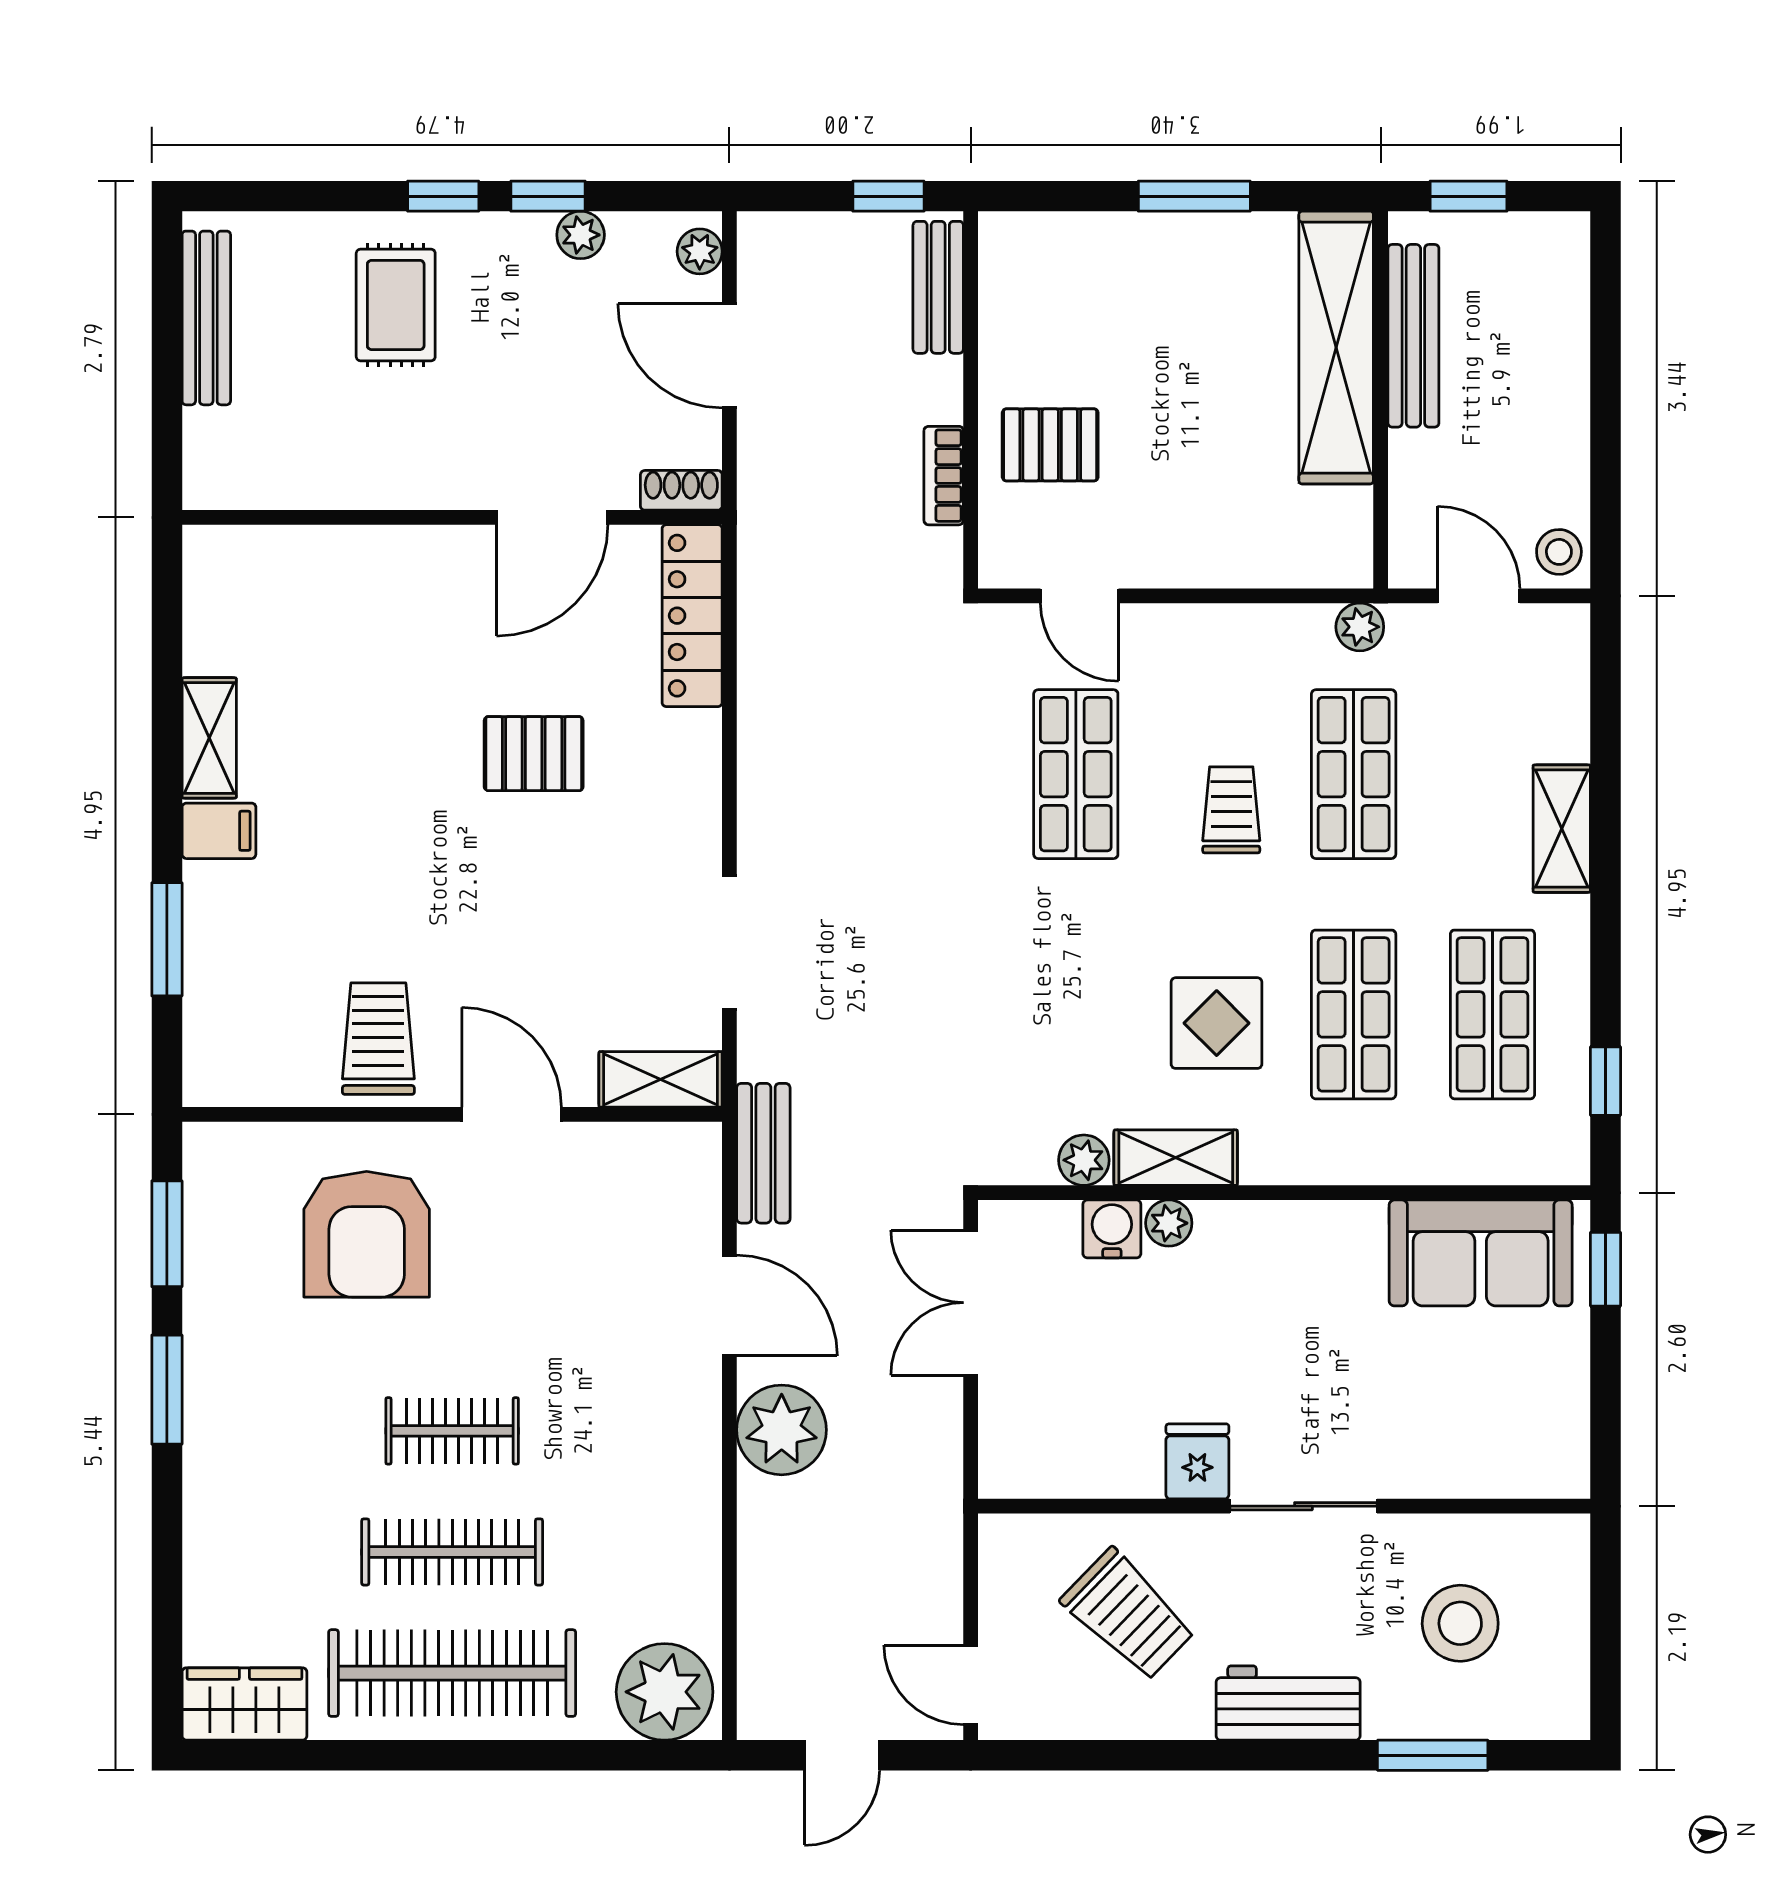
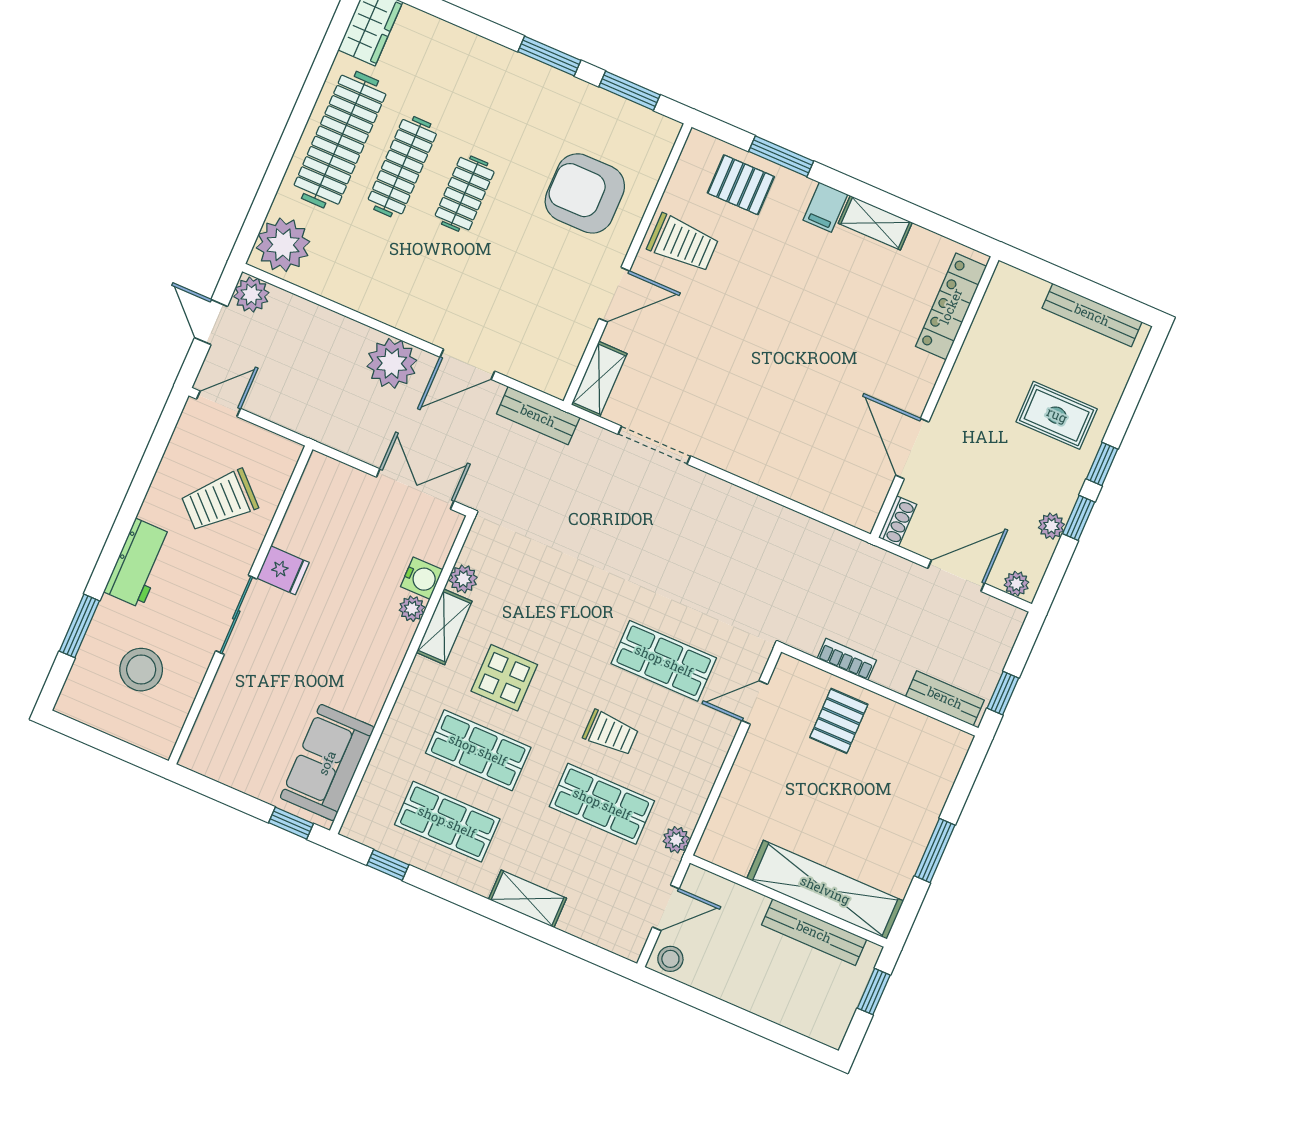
locker: (692, 616) -> (951, 306), moved, turned -90
pallet: (534, 754) -> (741, 185), moved, turned 90
plant: (768, 1708) -> (251, 295), added

